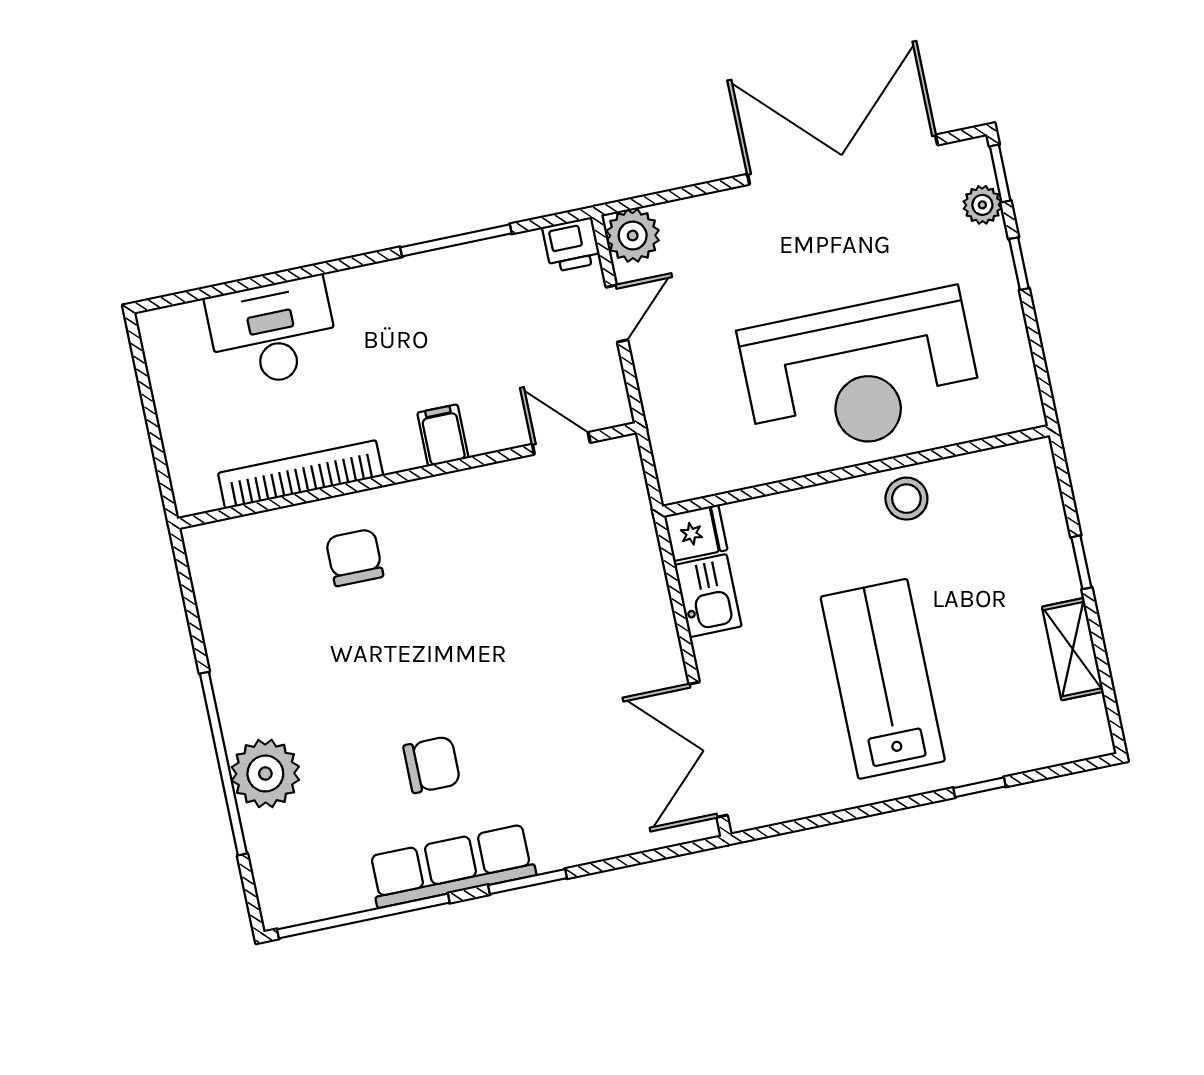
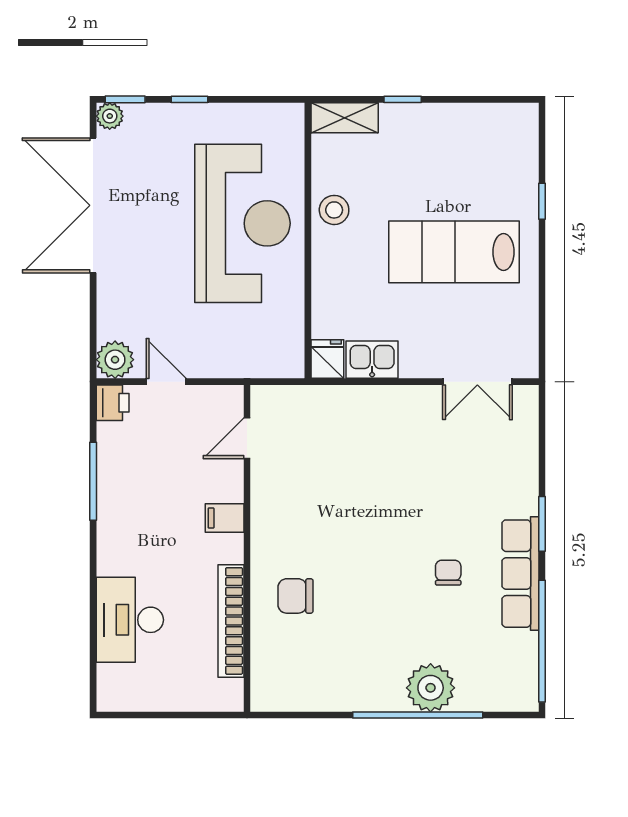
plant: (982, 205) -> (110, 116), moved
shelving: (1073, 649) -> (345, 118), moved
double door: (708, 750) -> (477, 382), width x0.73
chair: (432, 765) -> (448, 573), width x0.73, depth x0.73

